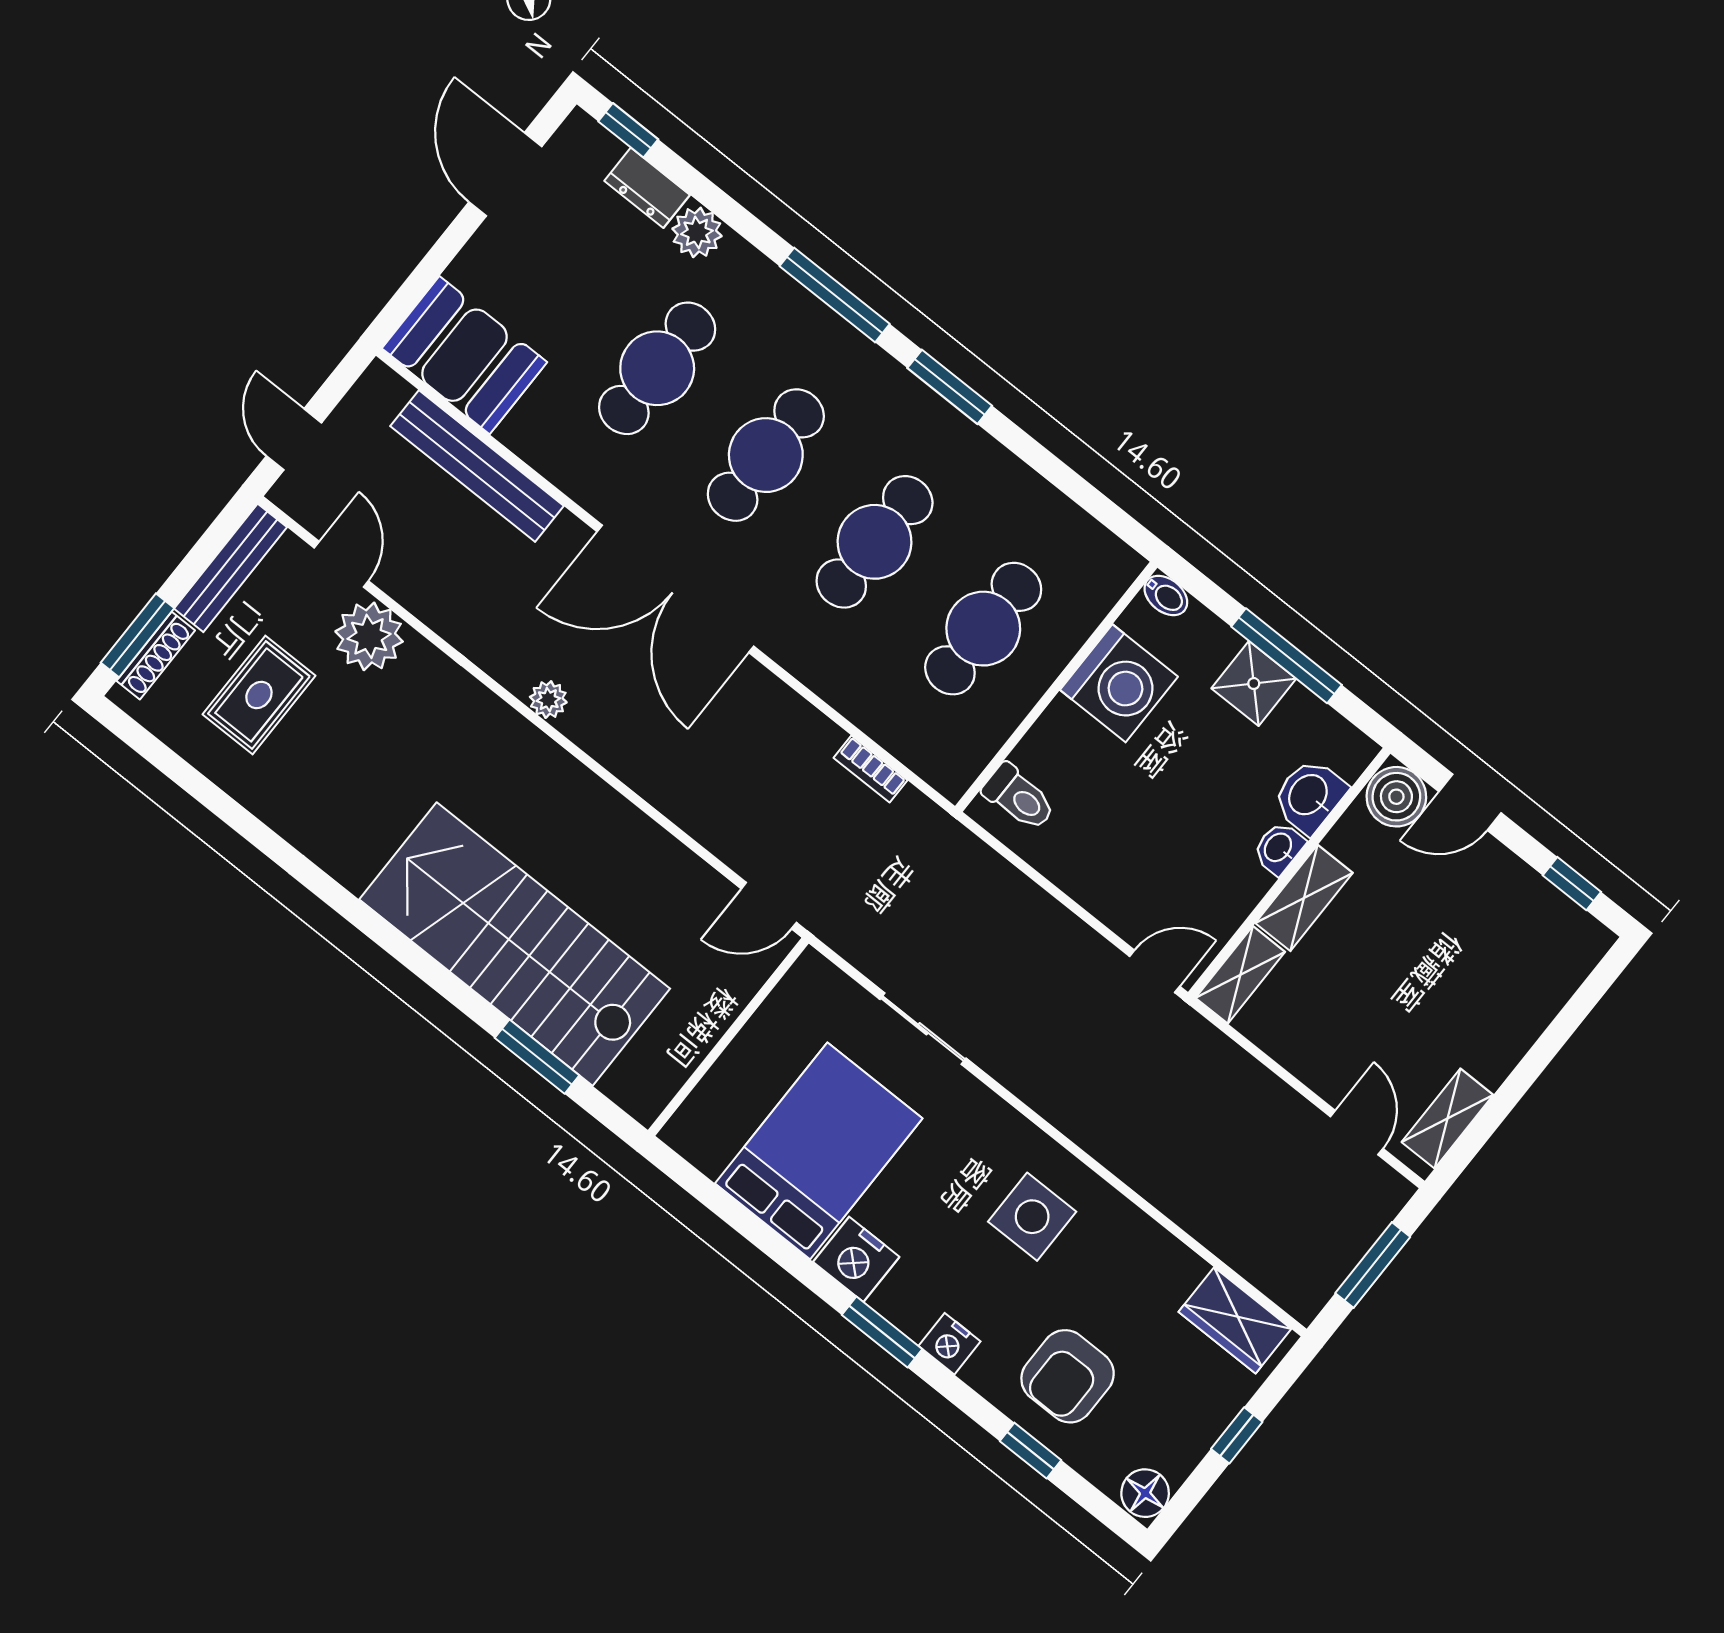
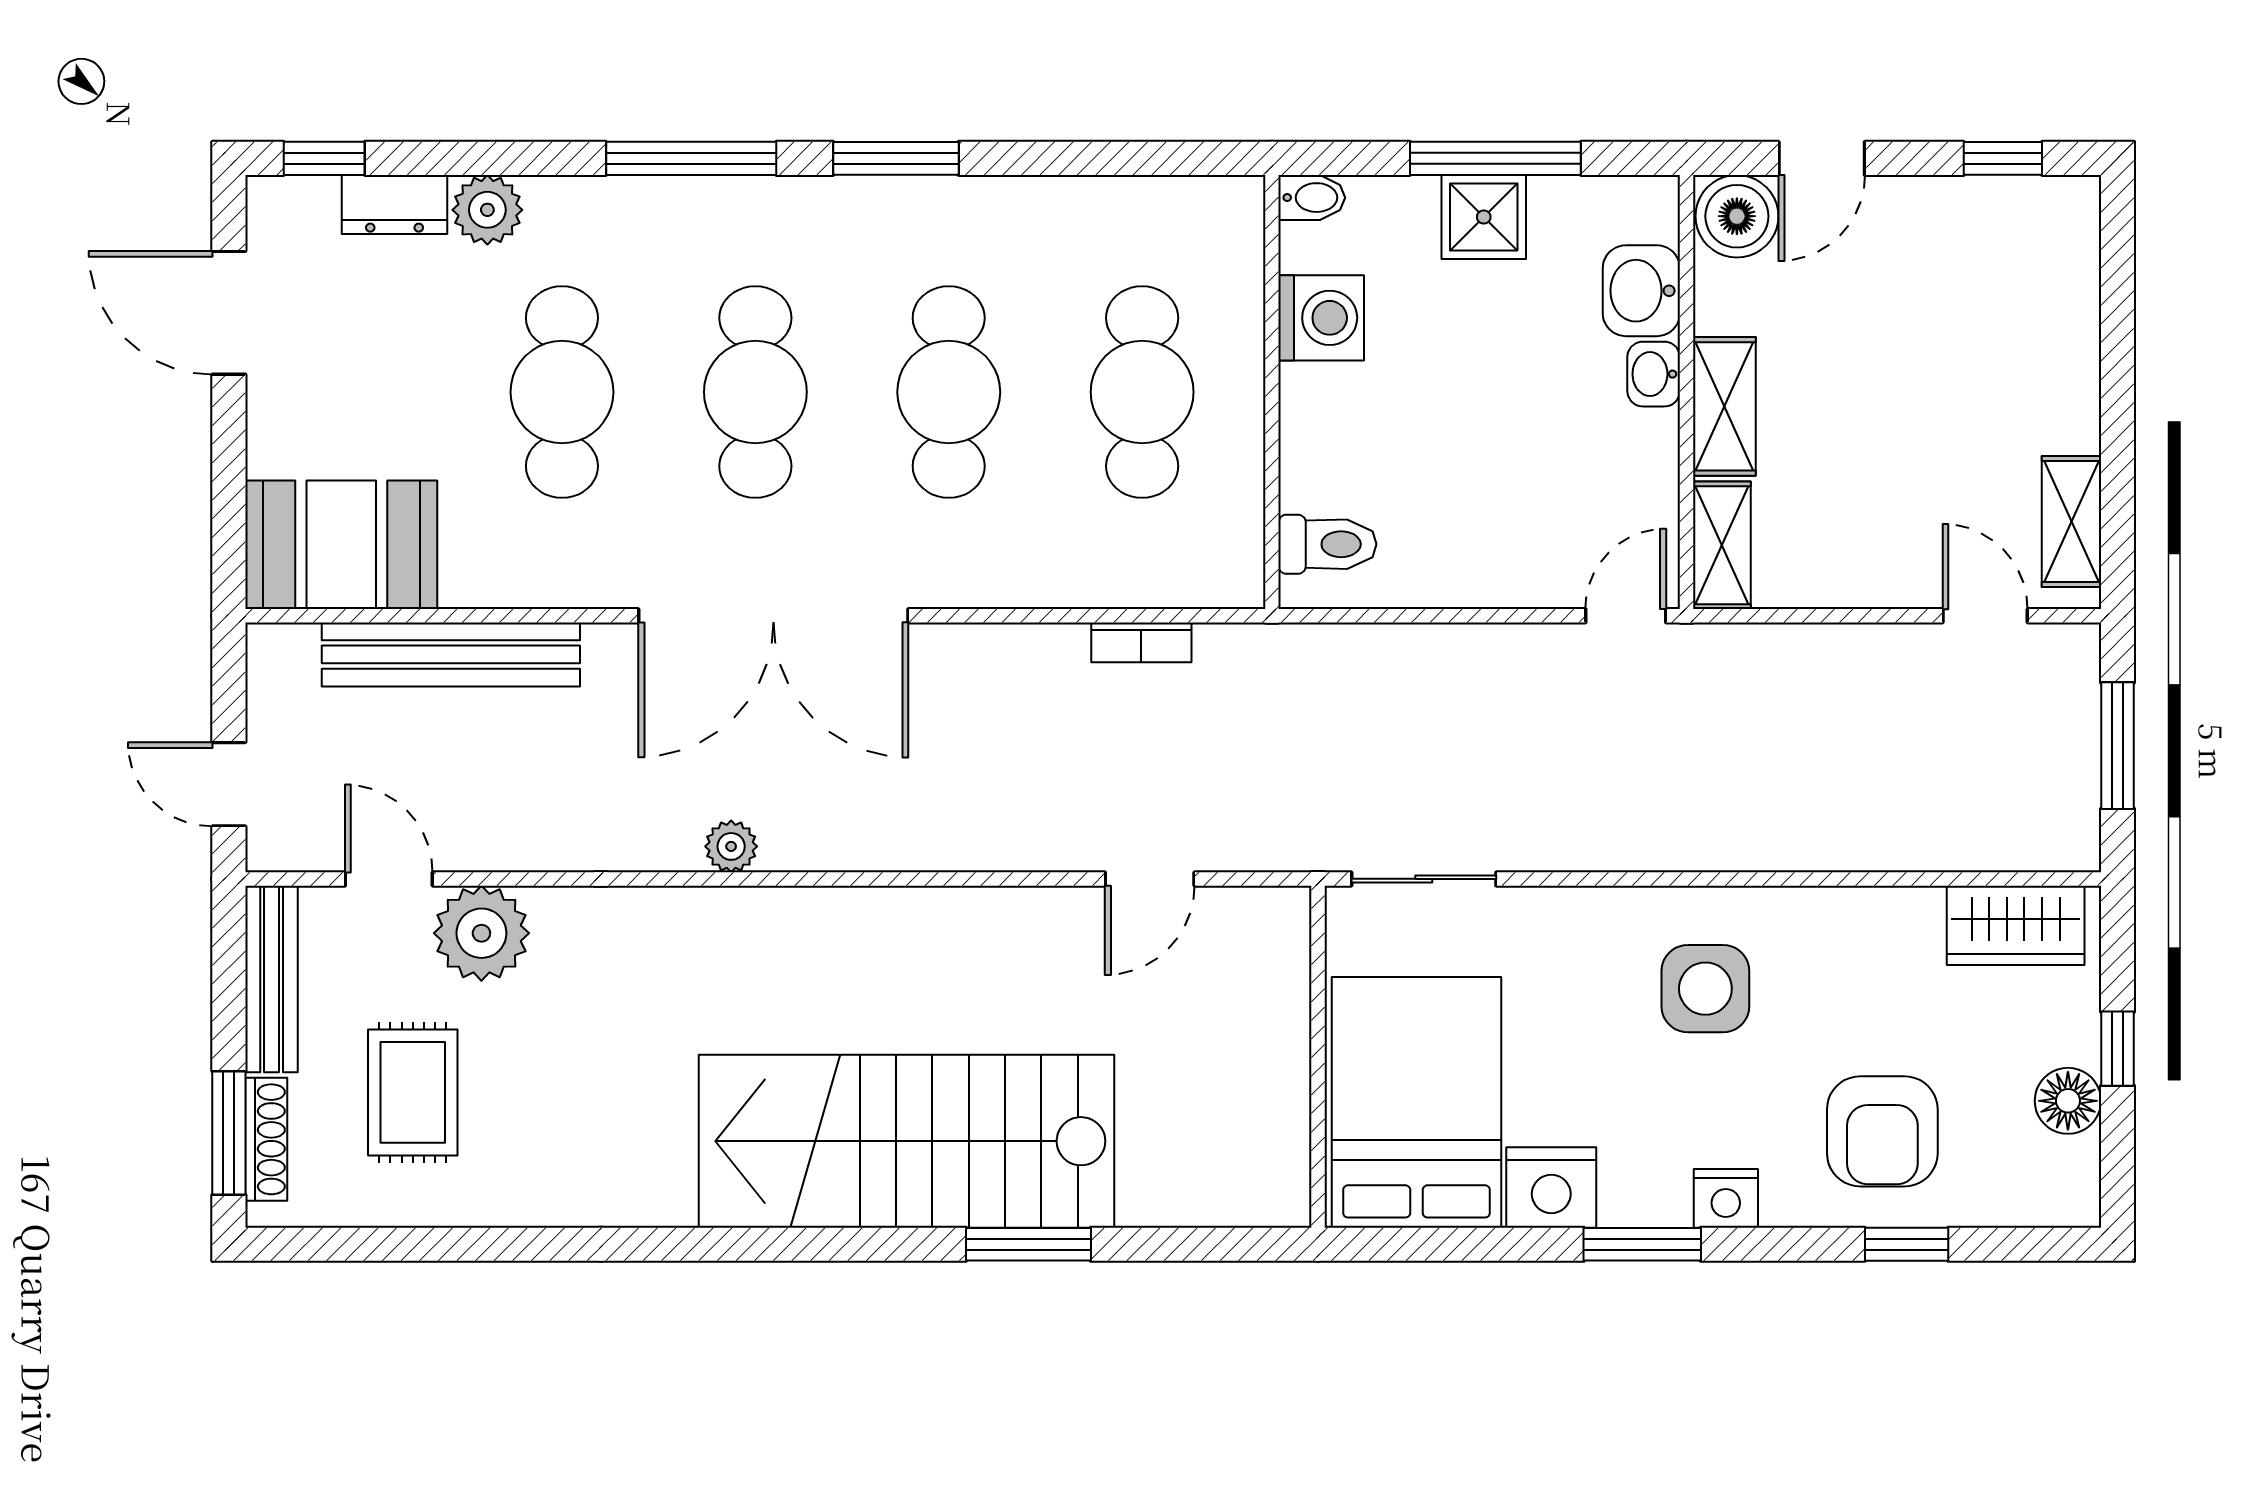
washing machine: (1119, 683) -> (1321, 318), width x0.73, depth x0.73
wall: (728, 1037) -> (1318, 1057), moved
floor lamp: (1145, 1493) -> (2068, 1101), moved

